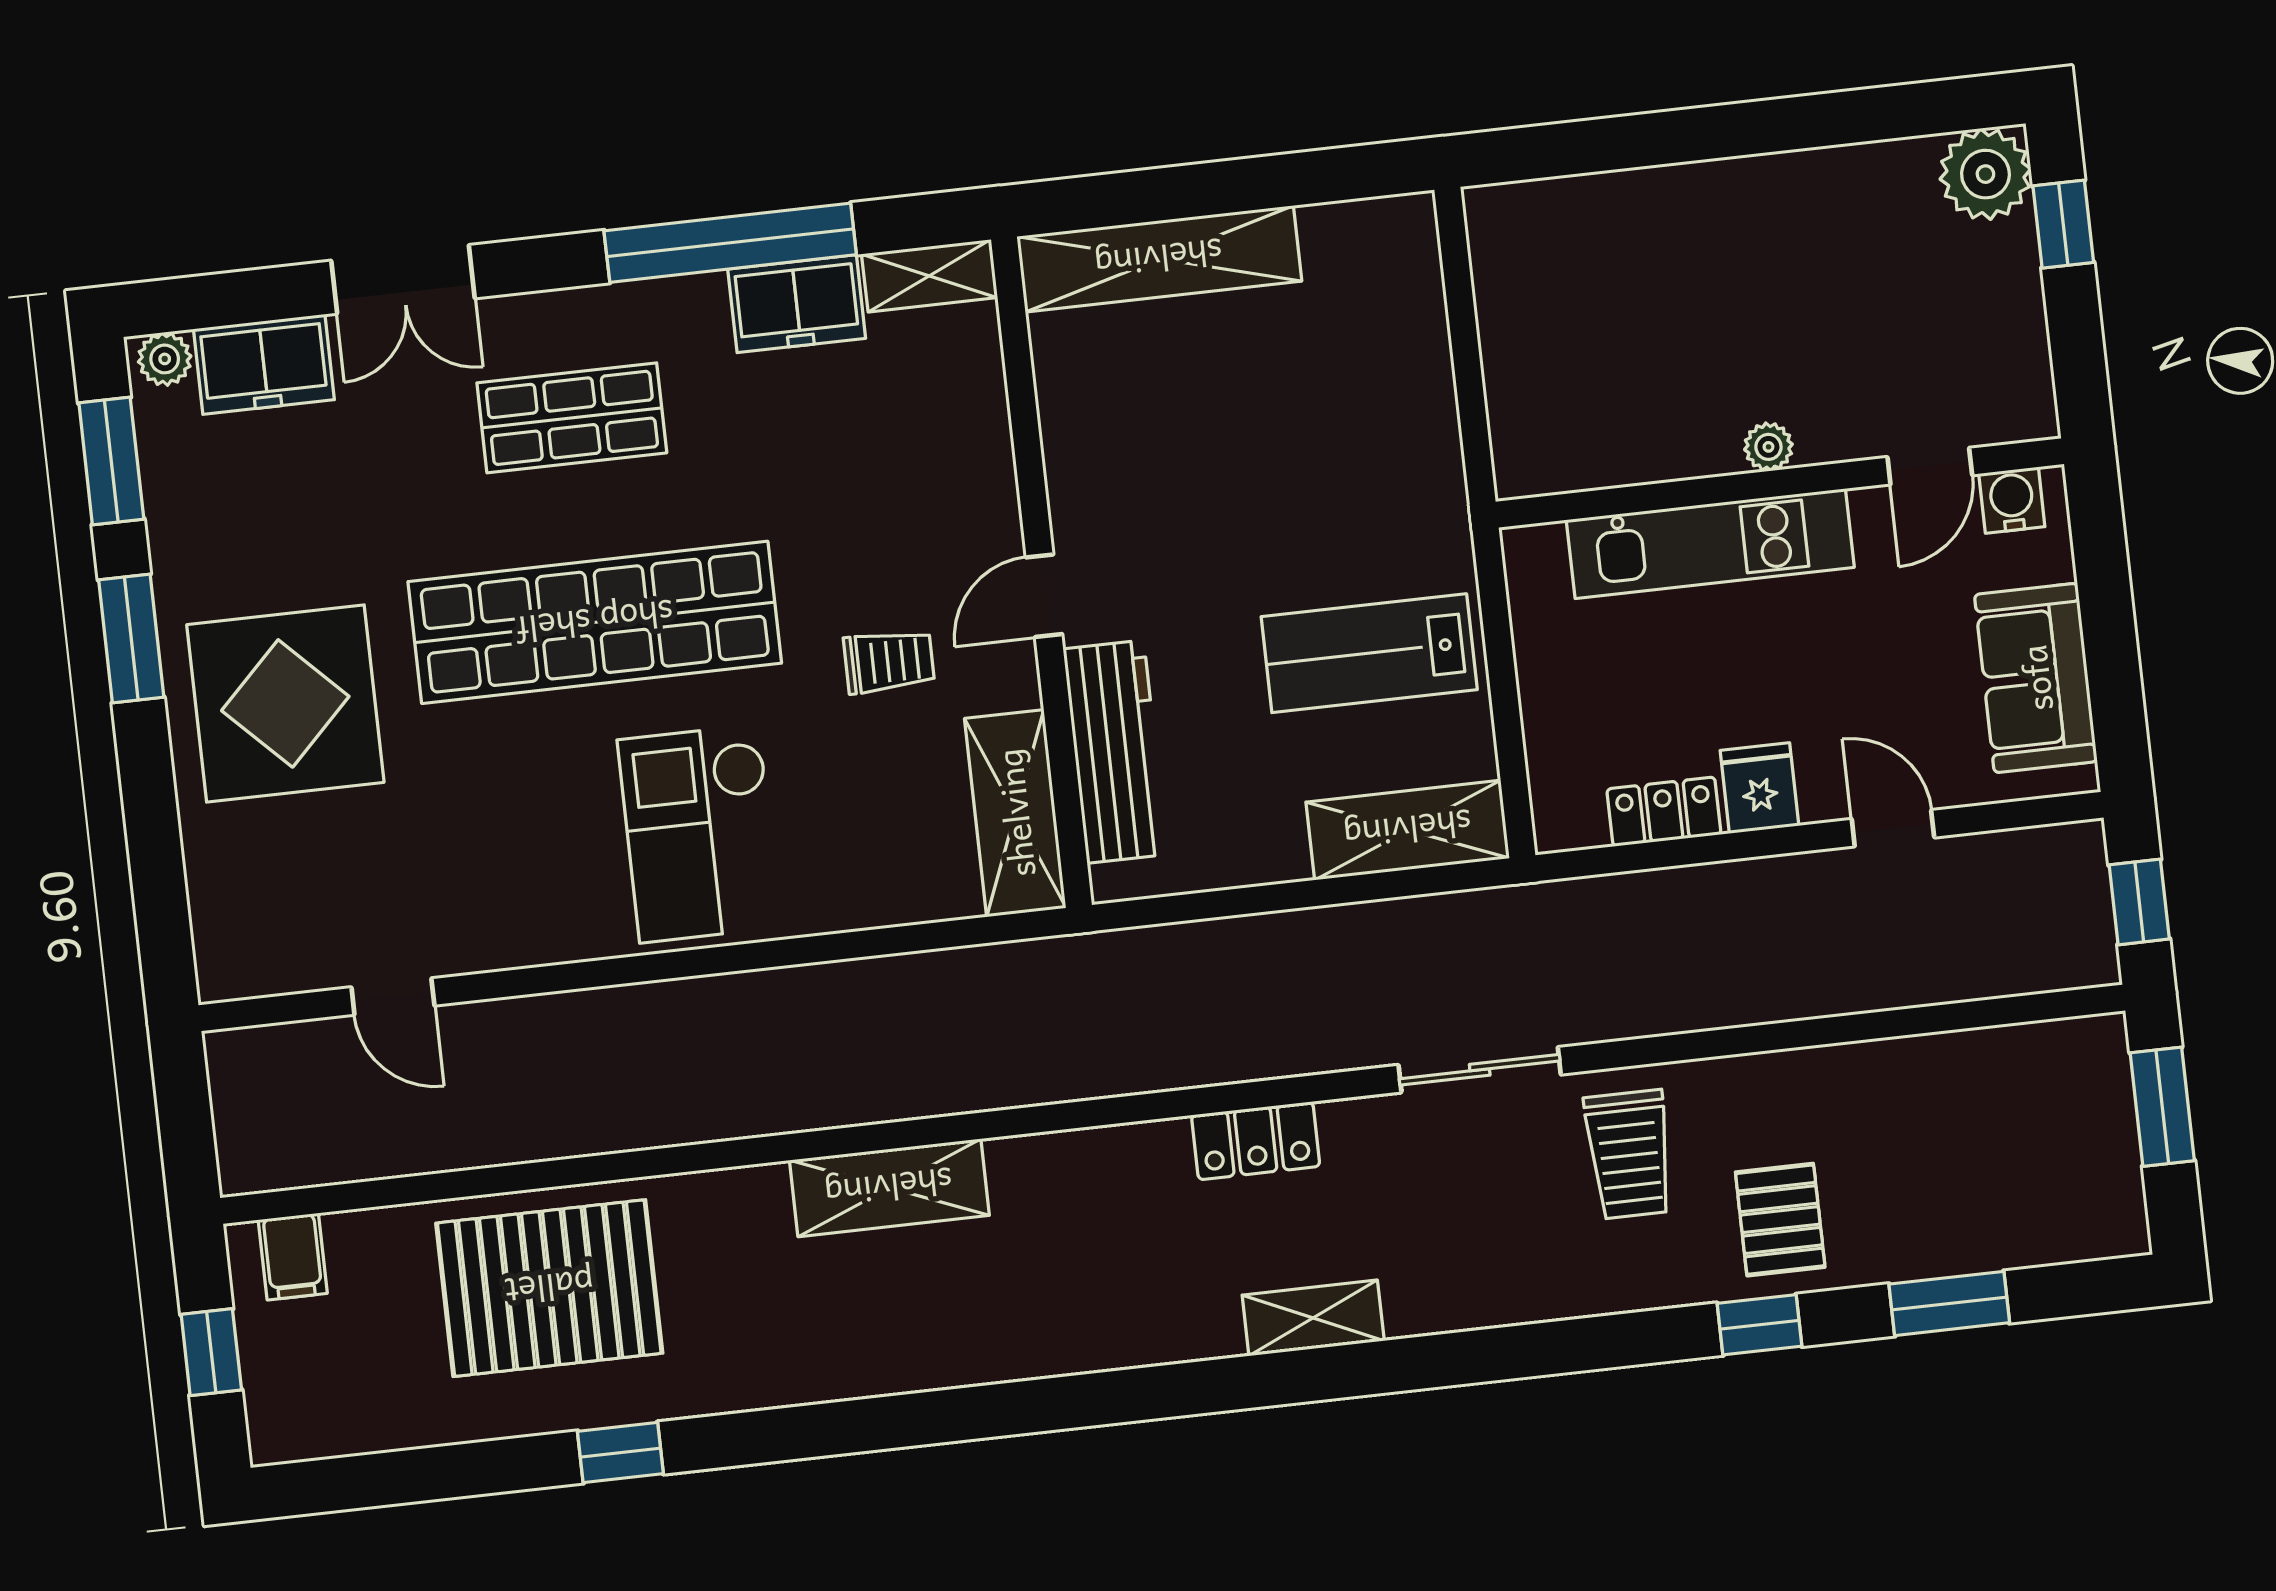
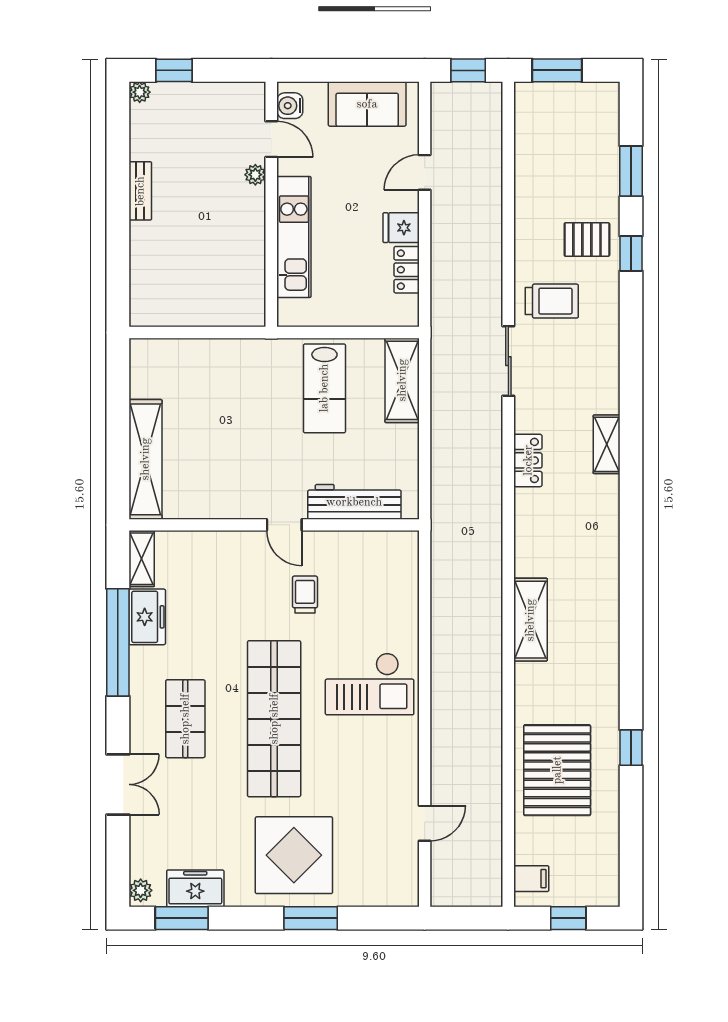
plant: (1985, 174) -> (140, 92), width x0.53, depth x0.53
bench: (1777, 178) -> (140, 191), added
freezer: (264, 364) -> (195, 888), moved, turned -90
plant: (1768, 447) -> (255, 175), moved
window: (131, 638) -> (311, 918), moved
shelving: (1015, 813) -> (376, 548), removed

